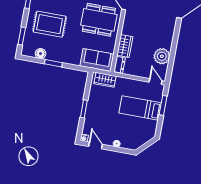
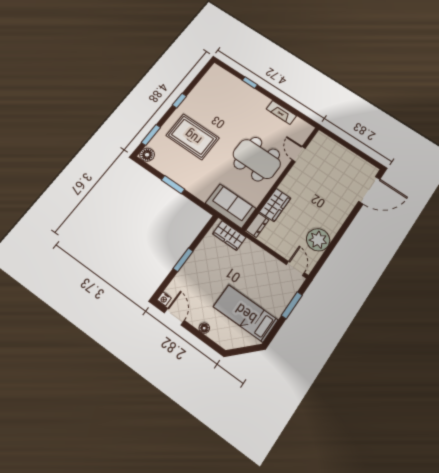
floor lamp: (40, 54) -> (147, 155), moved
bed: (140, 108) -> (246, 313), moved

